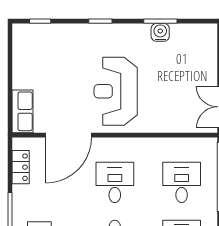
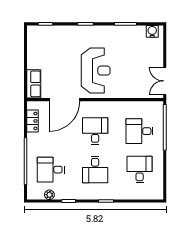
water cooler: (160, 32) -> (152, 31), moved
reception desk: (116, 91) -> (96, 71), turned 180
desk: (182, 182) -> (140, 131), turned -90

